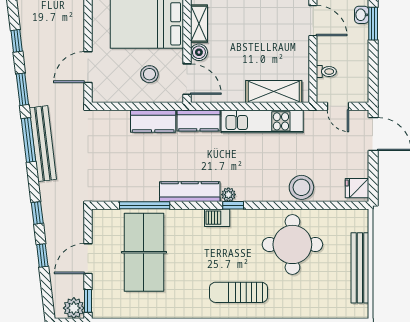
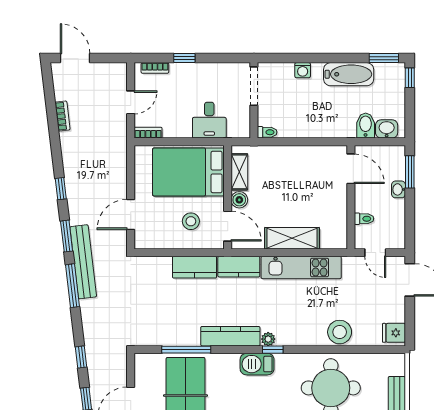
washbasin: (362, 15) -> (399, 189), moved
shelving: (274, 92) -> (292, 238), moved
bench: (43, 144) -> (83, 262), moved
barbecue: (217, 218) -> (257, 364), width x1.38, depth x1.27

